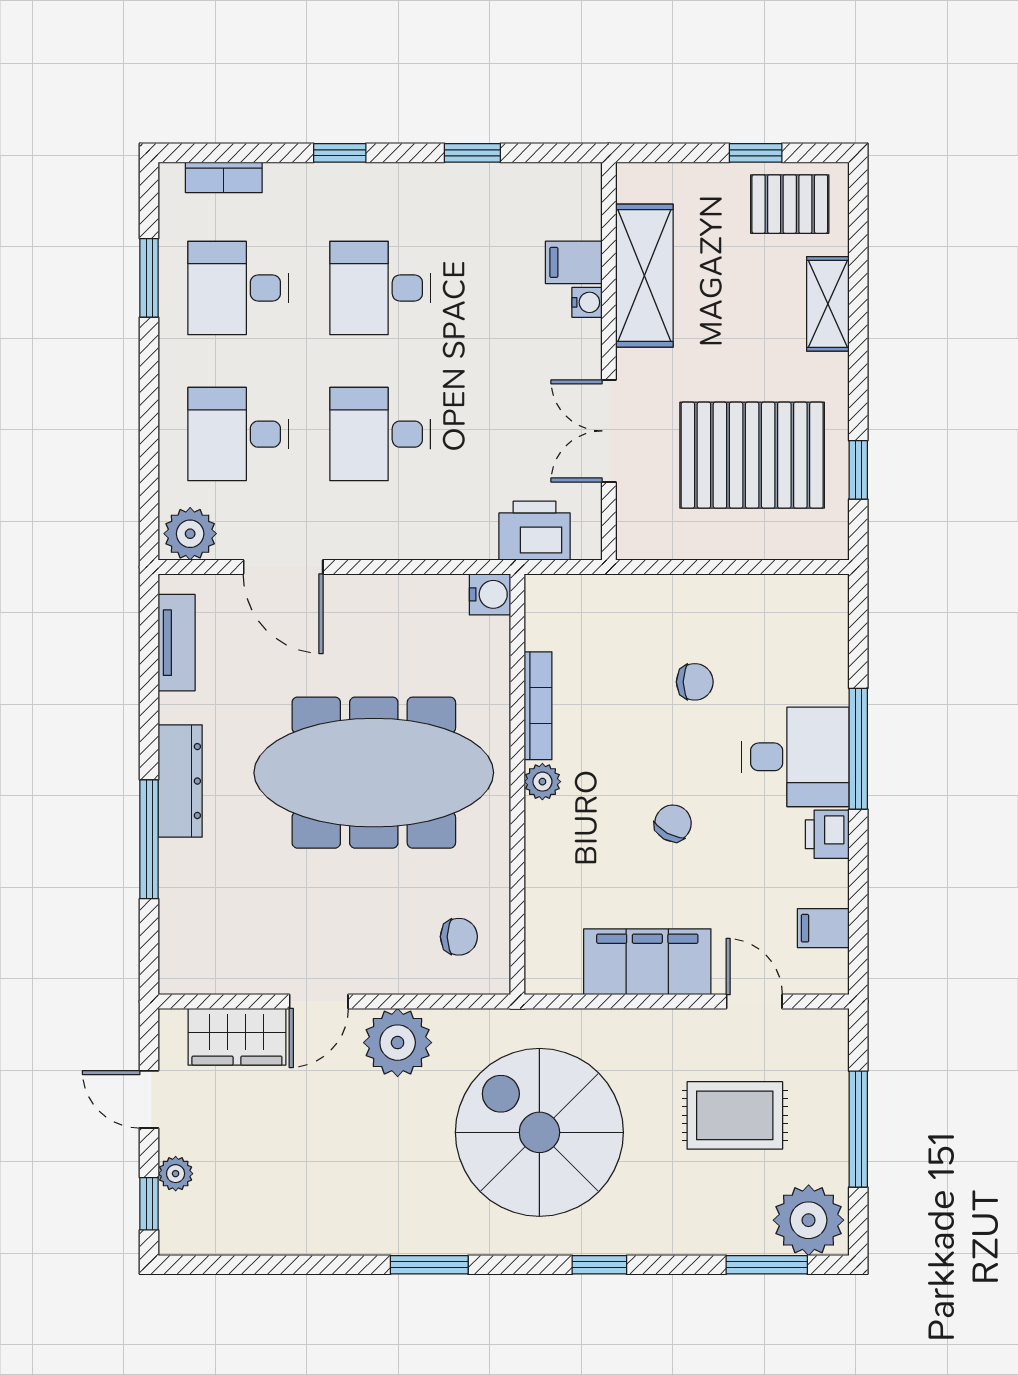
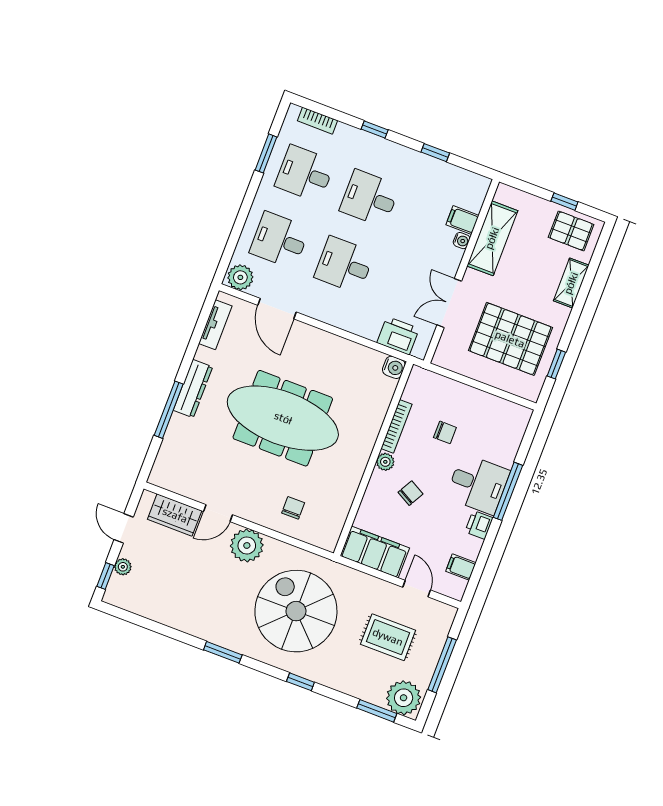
water cooler: (490, 594) -> (394, 367), moved
bookcase: (538, 706) -> (396, 426), moved
plant: (542, 782) -> (385, 462), moved
wall: (517, 784) -> (373, 459), moved
chair: (459, 937) -> (293, 508), turned -90

